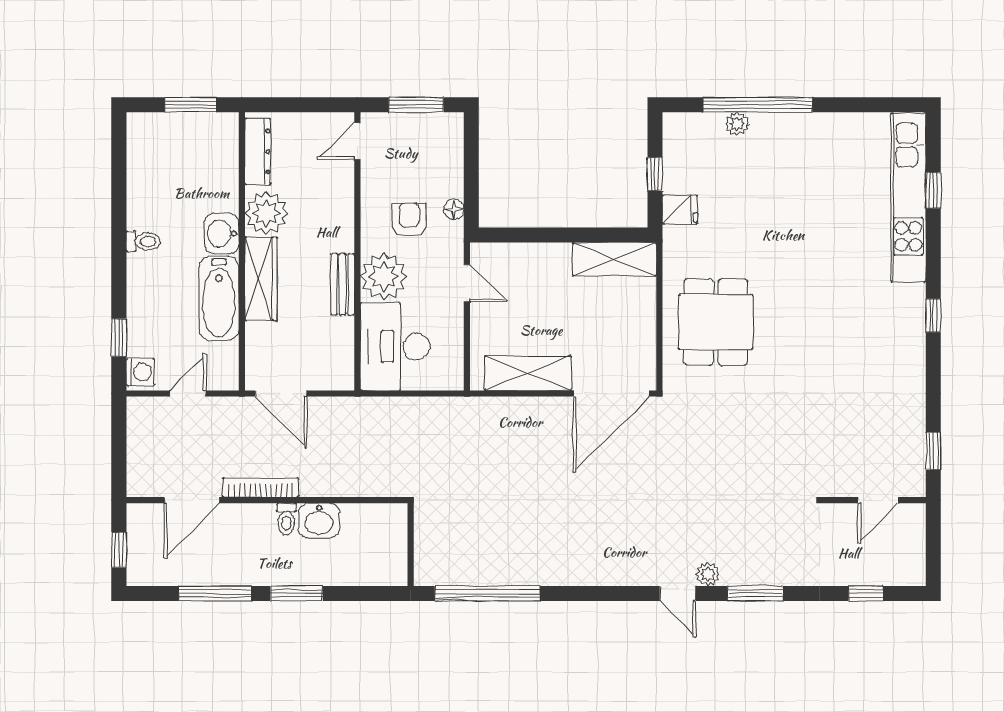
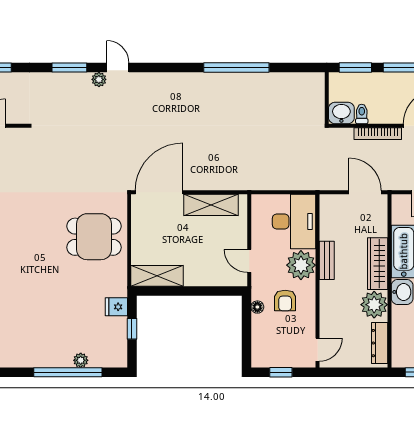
window: (416, 105) -> (281, 372), width x0.67
dining table: (716, 322) -> (94, 237), turned 90
wall: (411, 545) -> (327, 98), moved

